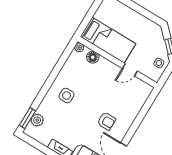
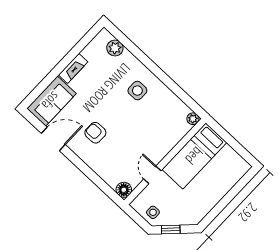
floor lamp: (93, 57) -> (124, 190), moved
window: (27, 118) -> (120, 37), removed
armchair: (106, 121) -> (95, 133), turned 90

